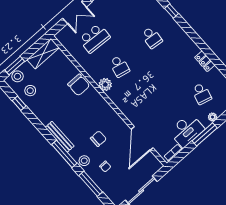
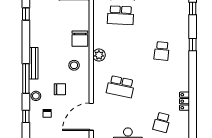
school desk: (119, 66) -> (121, 87), moved, width x1.85
stool: (30, 91) -> (74, 65), moved
window: (91, 184) -> (26, 116), width x0.46

